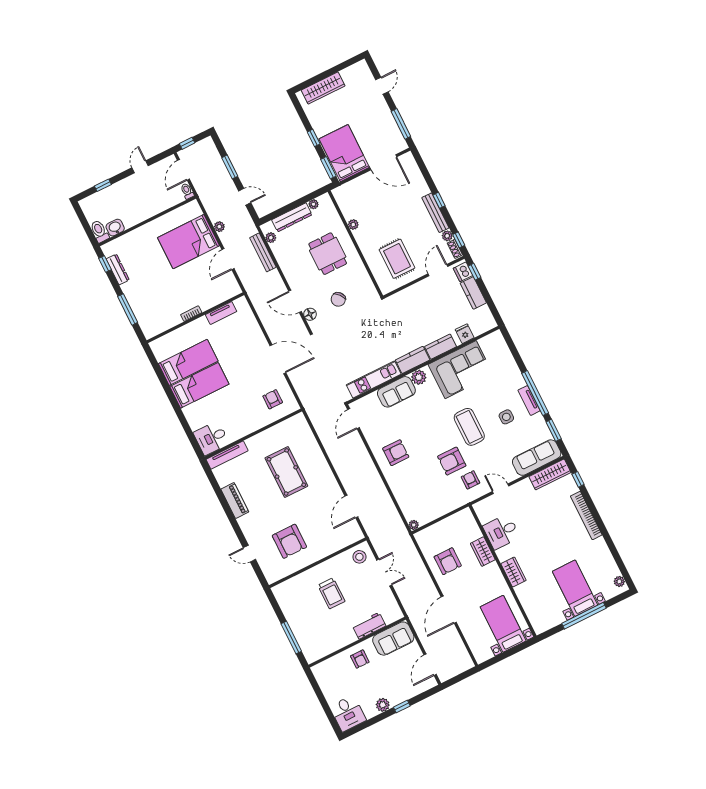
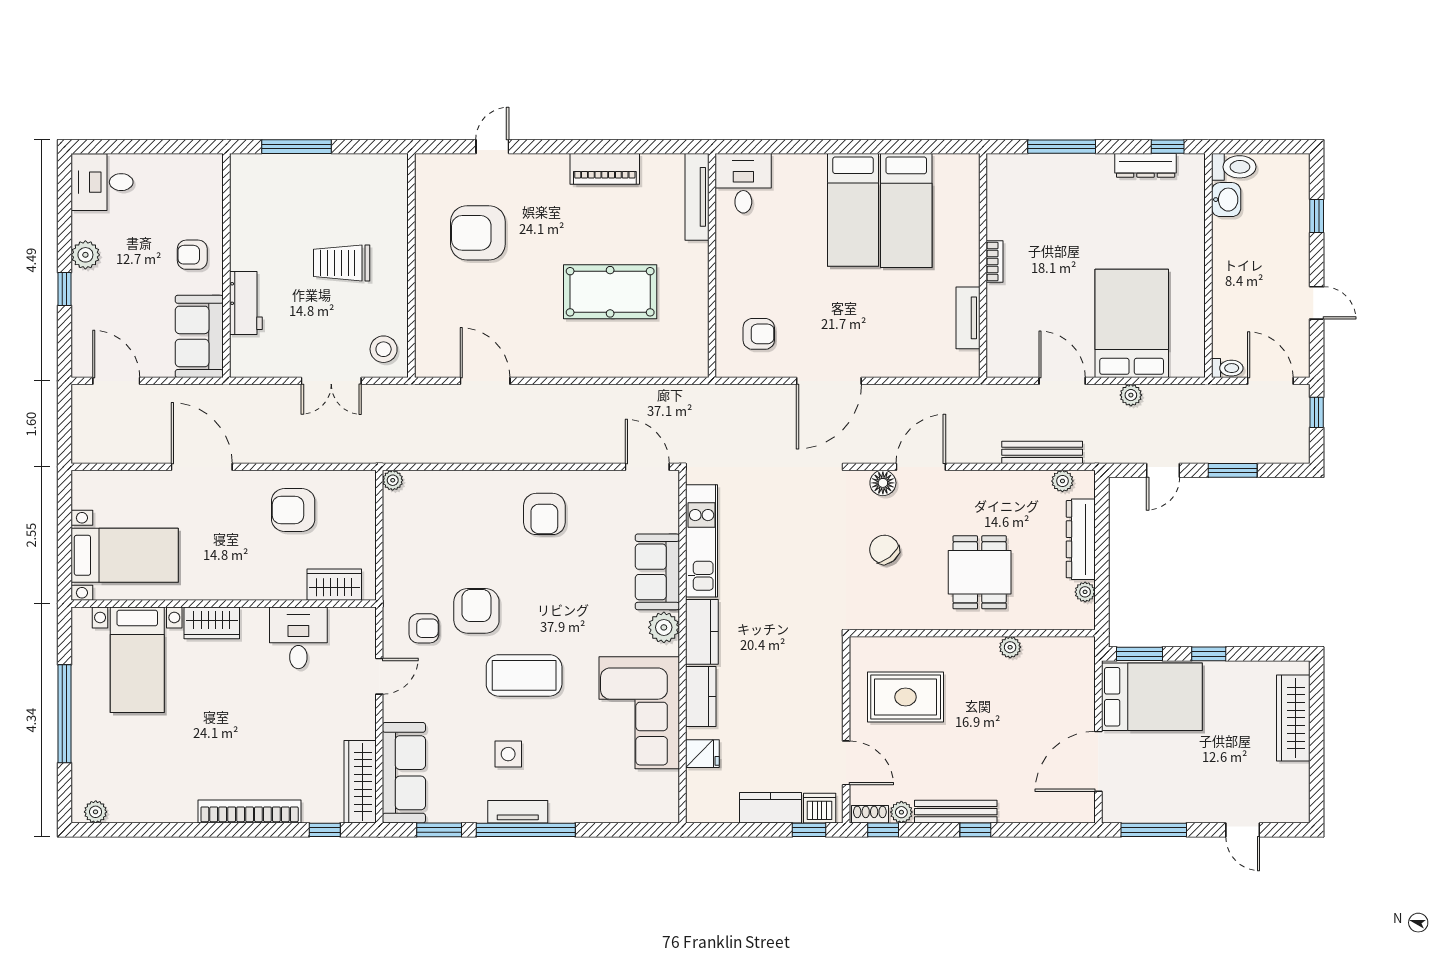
dining table: (328, 254) -> (980, 572), turned 90
wardrobe: (483, 552) -> (334, 585), moved
bed with nightstands: (575, 588) -> (137, 660), moved, turned 90

